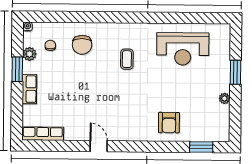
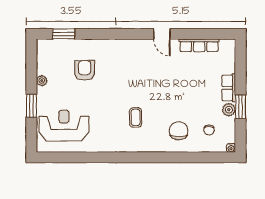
reception desk: (183, 49) -> (64, 126), moved
plant: (29, 54) -> (229, 110), moved
armchair: (169, 123) -> (85, 70), moved
row of seats: (43, 134) -> (199, 45), moved

